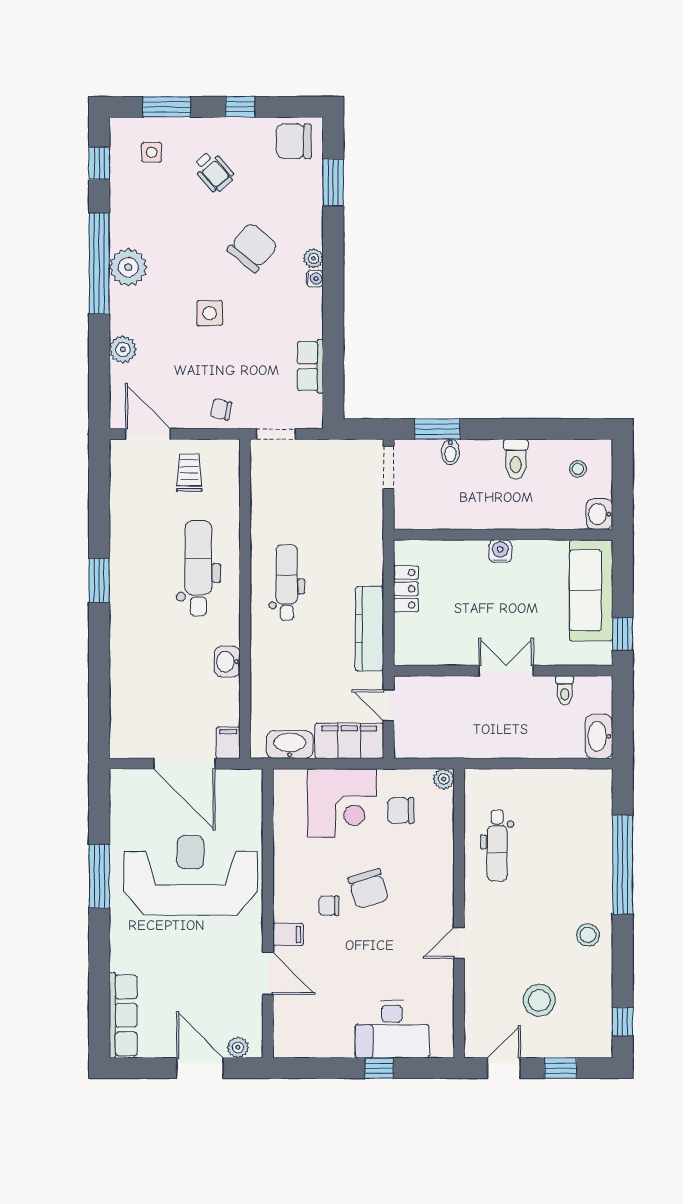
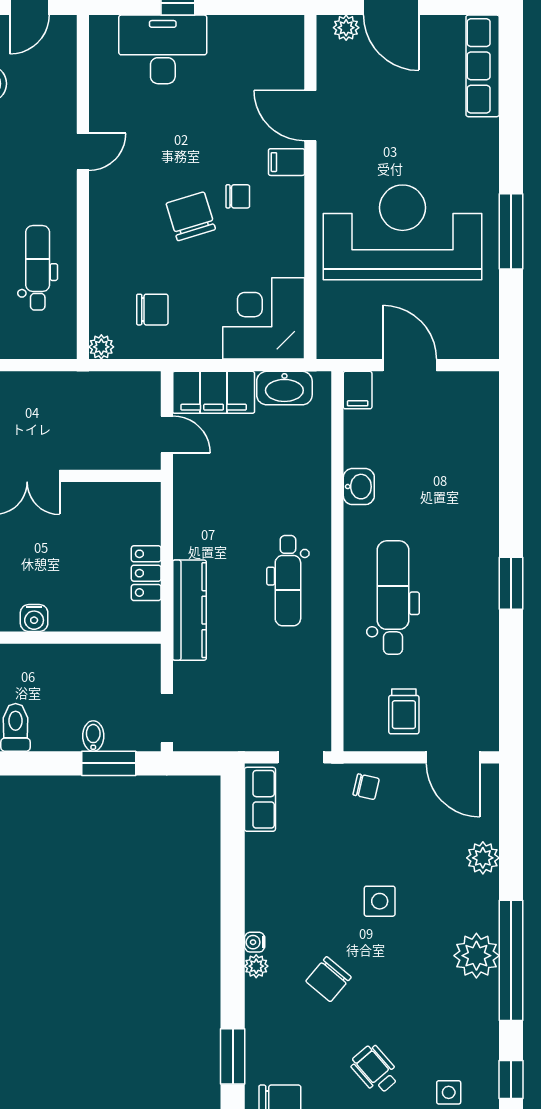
chair: (253, 247) -> (328, 979), width x0.73, depth x0.73
row of seats: (310, 366) -> (260, 799), moved
dental chair: (198, 568) -> (393, 598), turned 180
kitchen counter: (369, 629) -> (190, 610), moved
door: (184, 764) -> (410, 365), width x0.73
corner desk: (342, 803) -> (264, 318), moved
reception desk: (190, 875) -> (402, 232), turned 180

